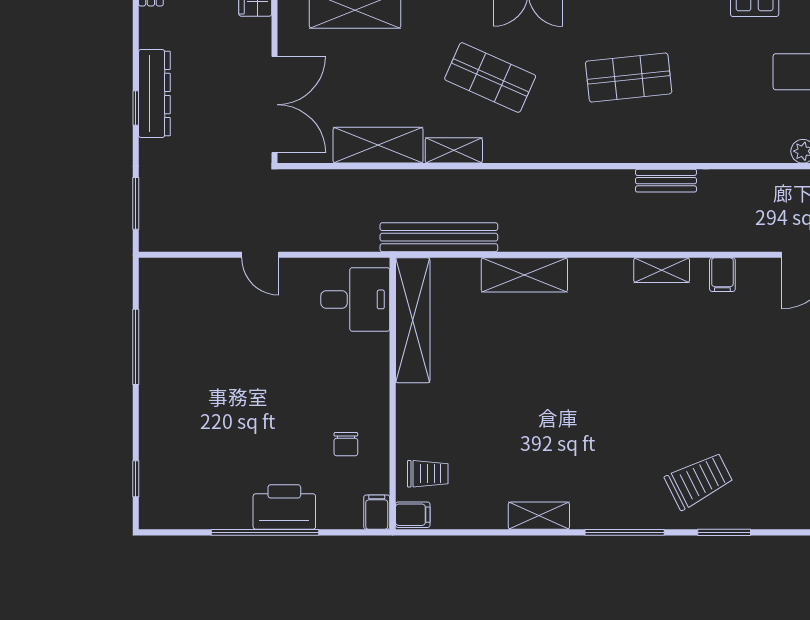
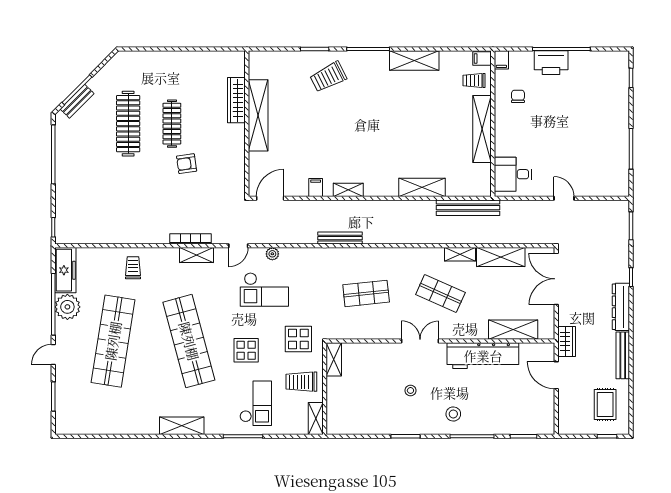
dresser: (154, 94) -> (621, 307), moved
bench: (666, 181) -> (340, 238), width x1.36
shelving: (413, 320) -> (482, 129), moved
shelving: (539, 516) -> (414, 60), width x1.50, depth x1.33

